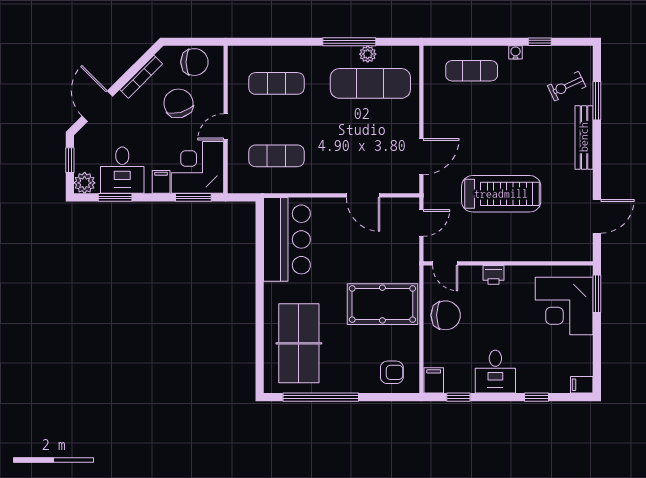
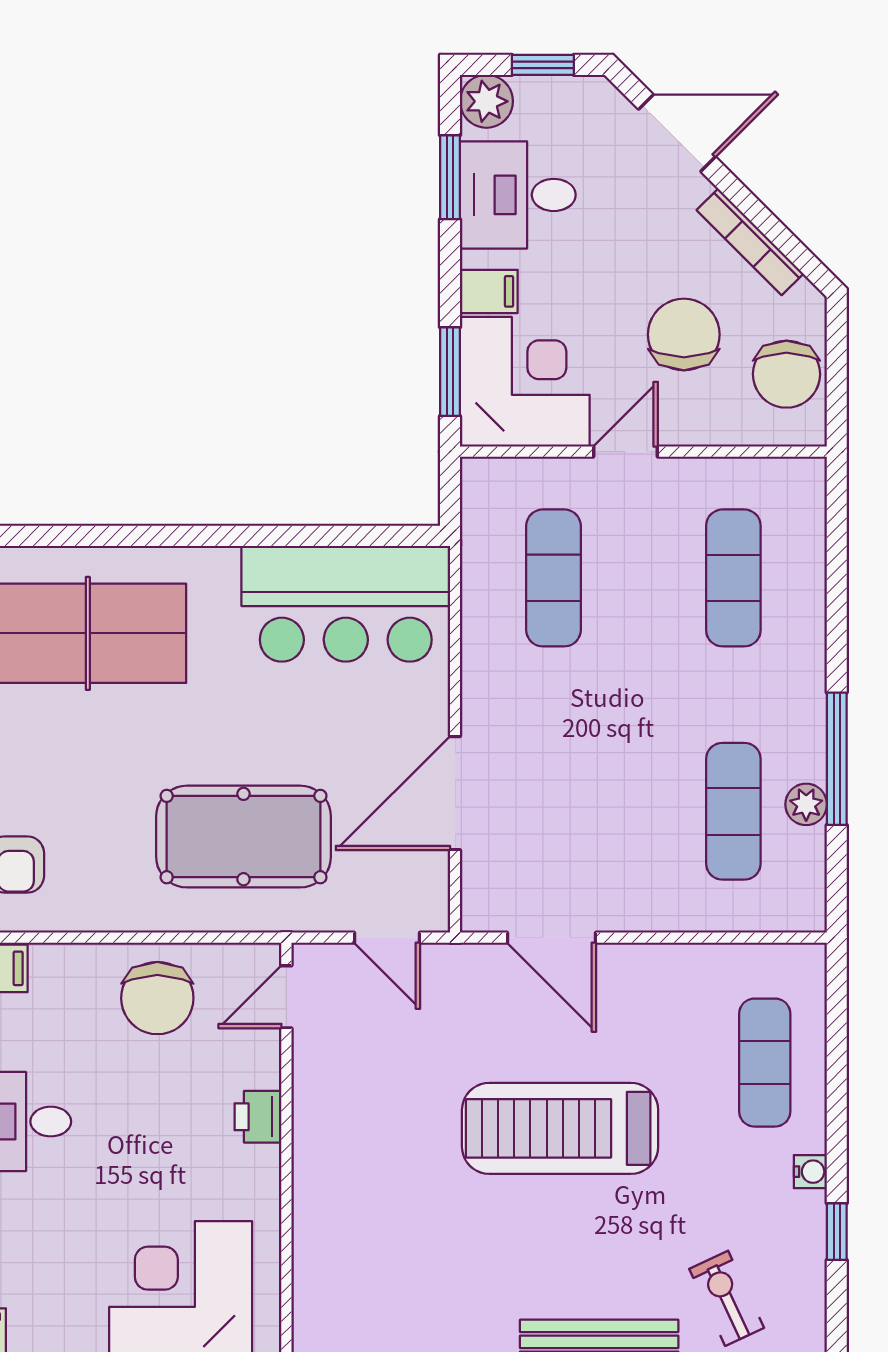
exercise mat: (370, 83) -> (733, 811), width x0.73, depth x0.69
chair: (178, 103) -> (684, 334), turned -75
door: (226, 127) -> (626, 452), hinge flipped
treadmill: (501, 194) -> (560, 1128), moved, turned 90
door: (363, 195) -> (455, 793), width x1.36
pool table: (382, 304) -> (244, 837), moved, turned 90

